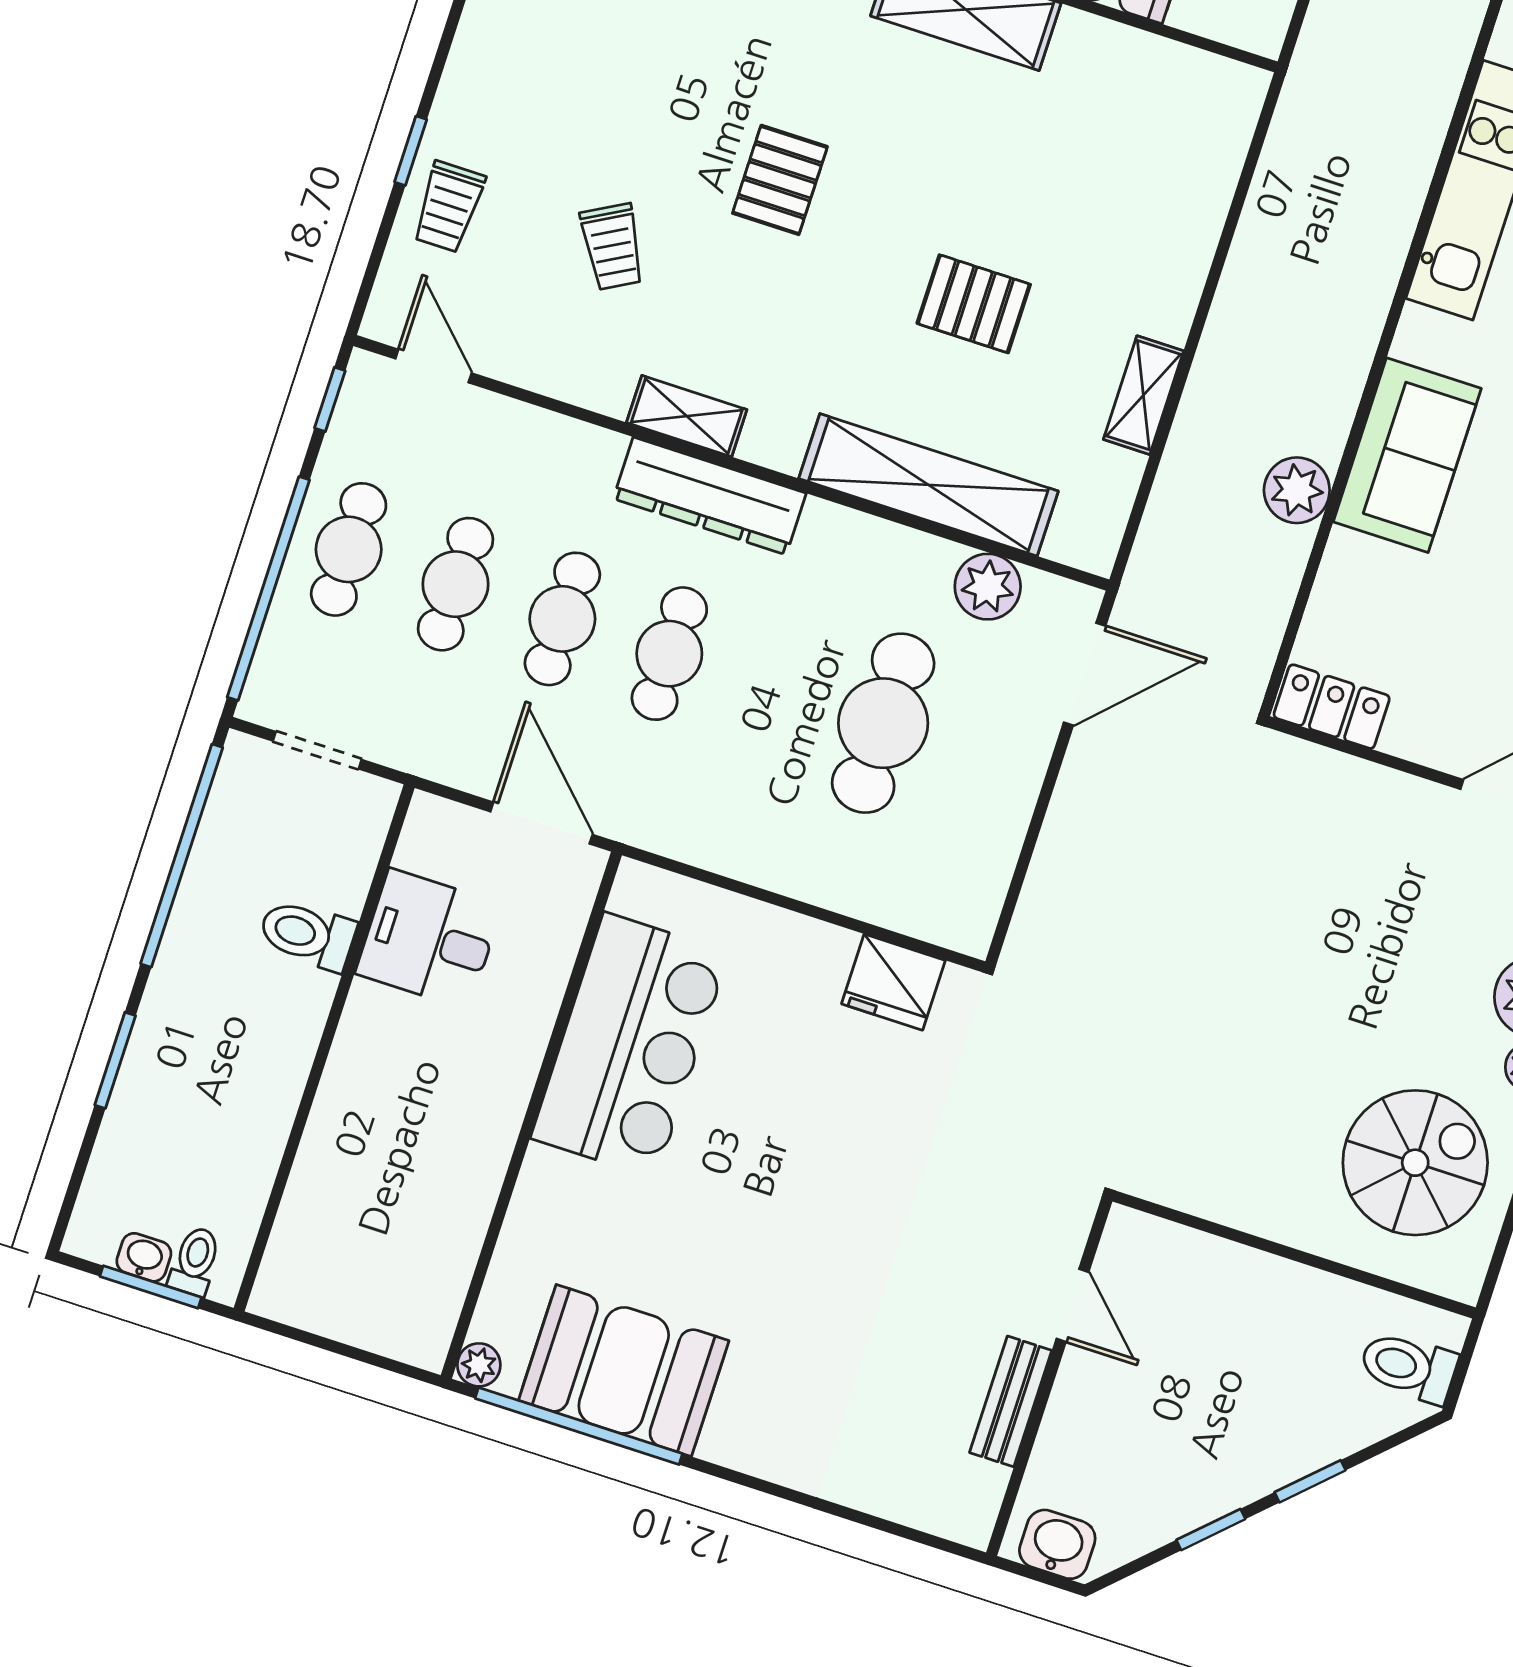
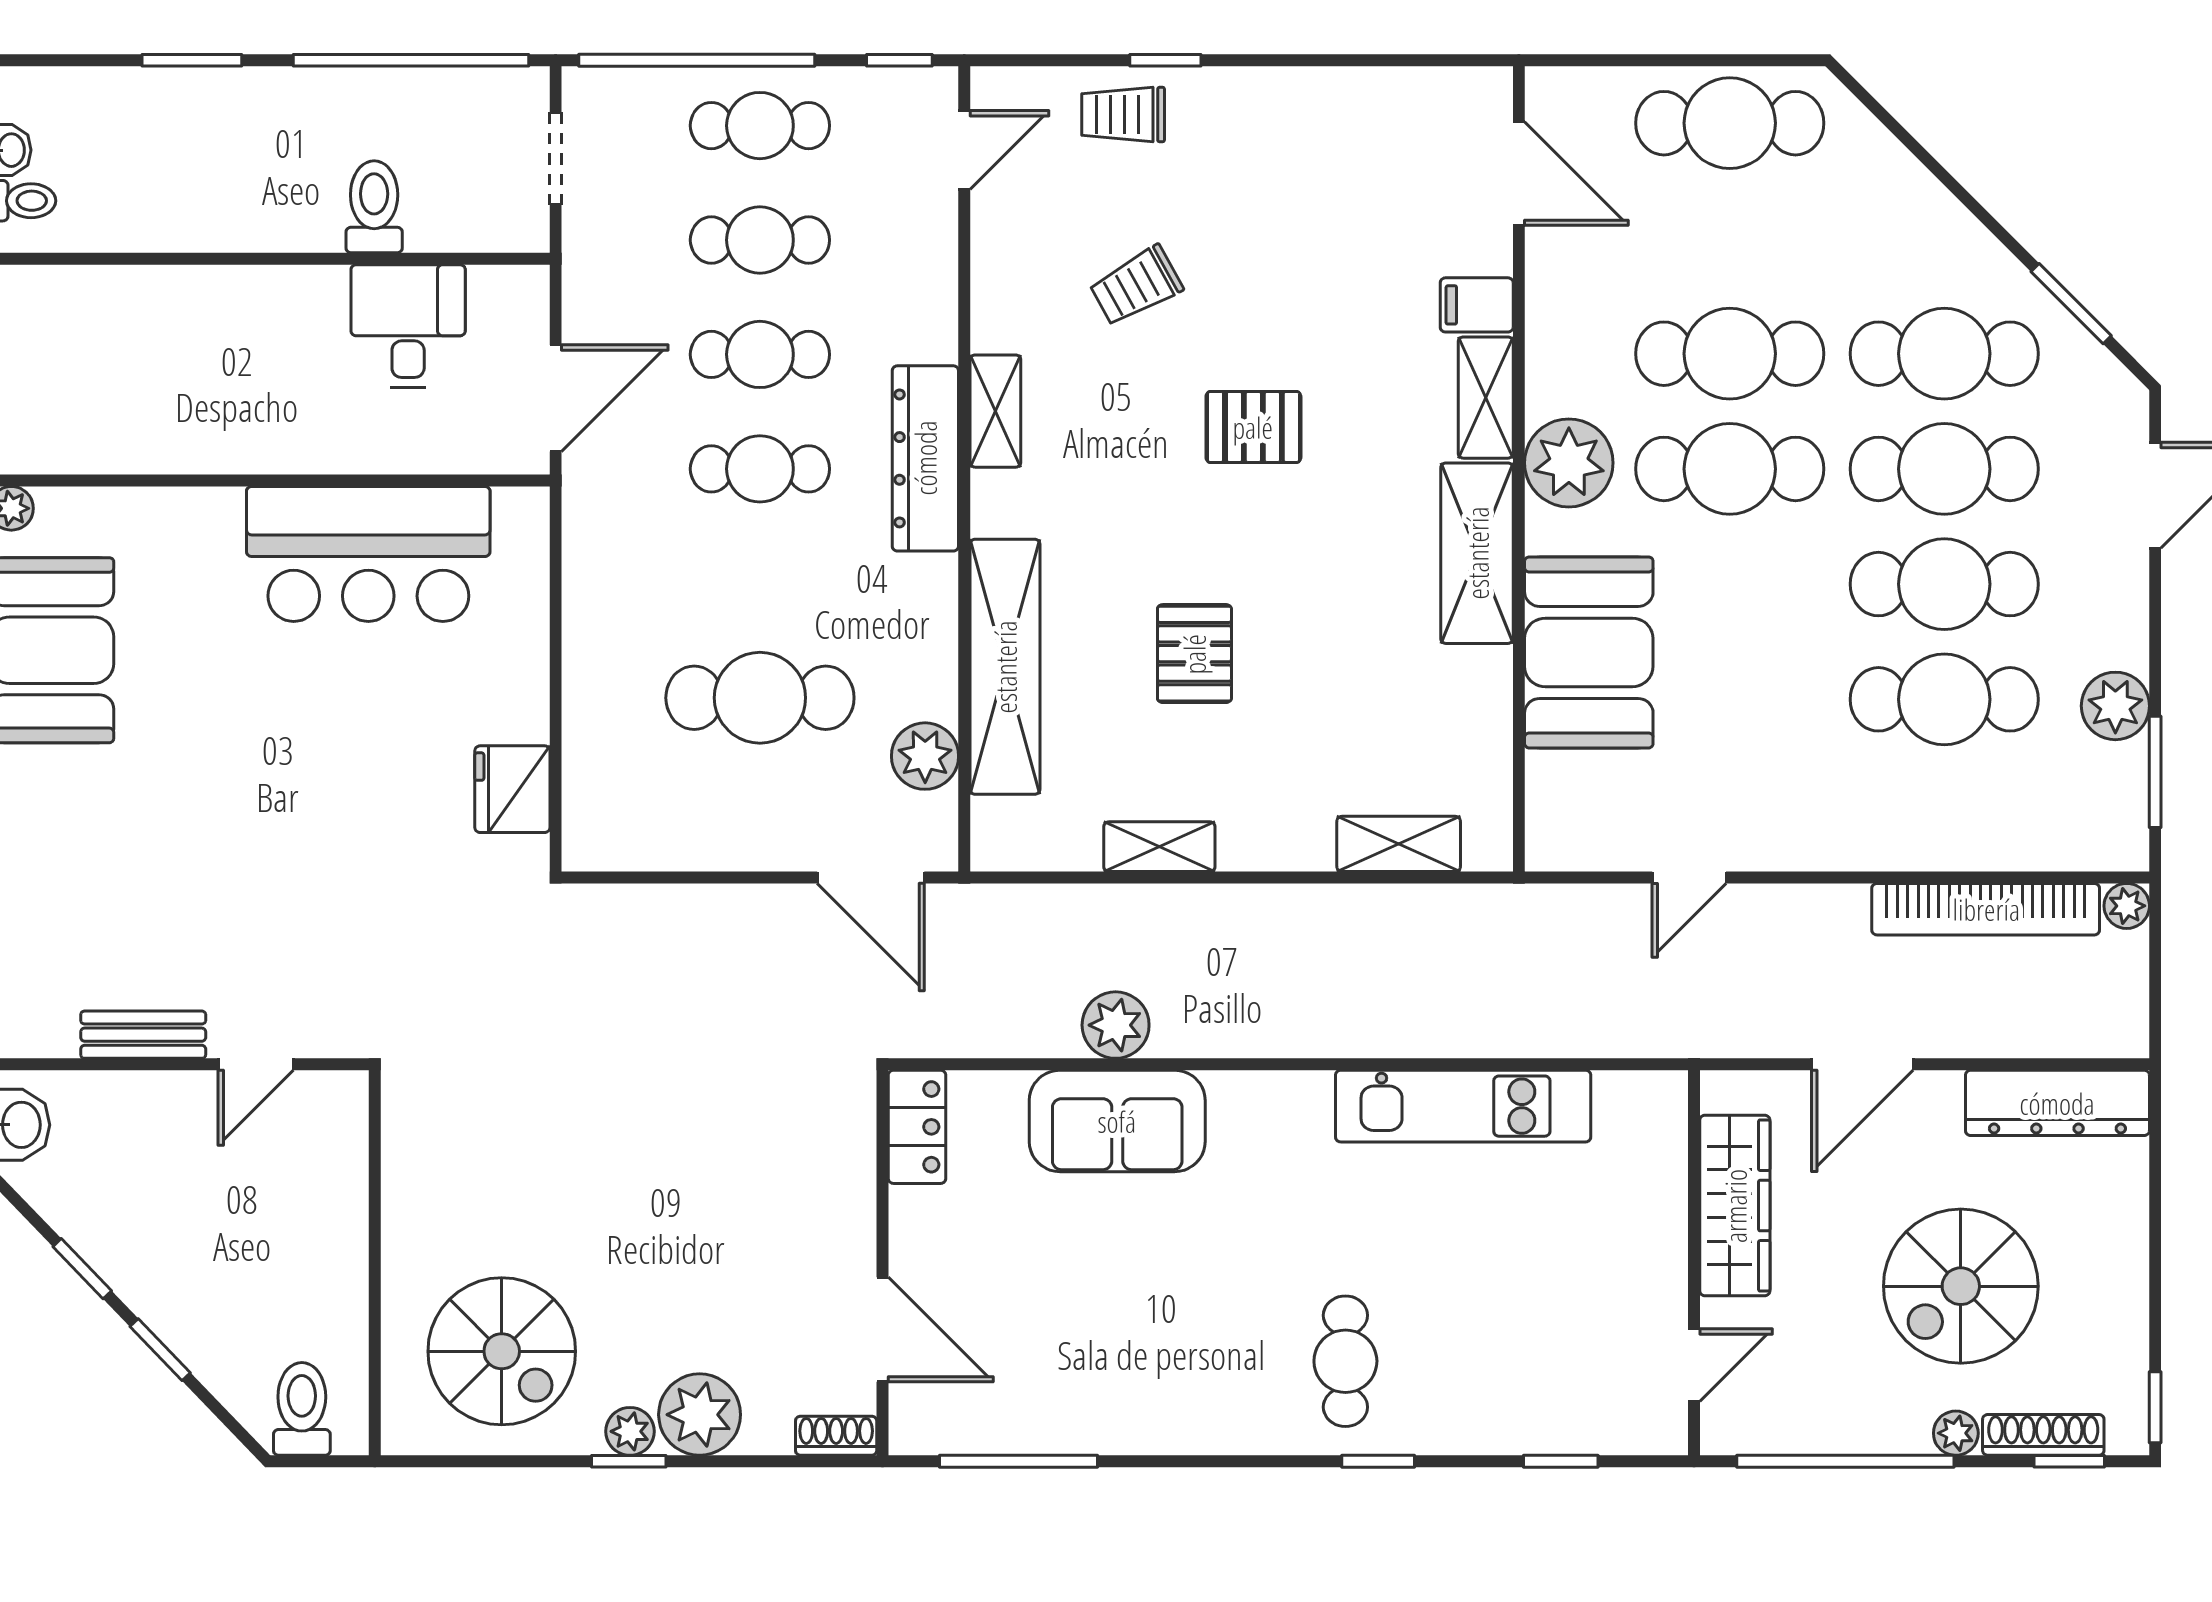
shelving: (1214, 171) -> (1399, 844), added
sofa: (1407, 455) -> (1117, 1121), moved

